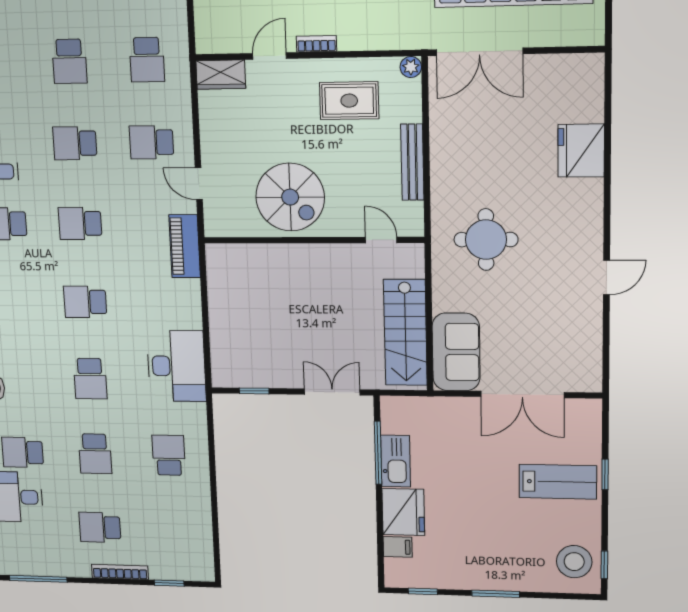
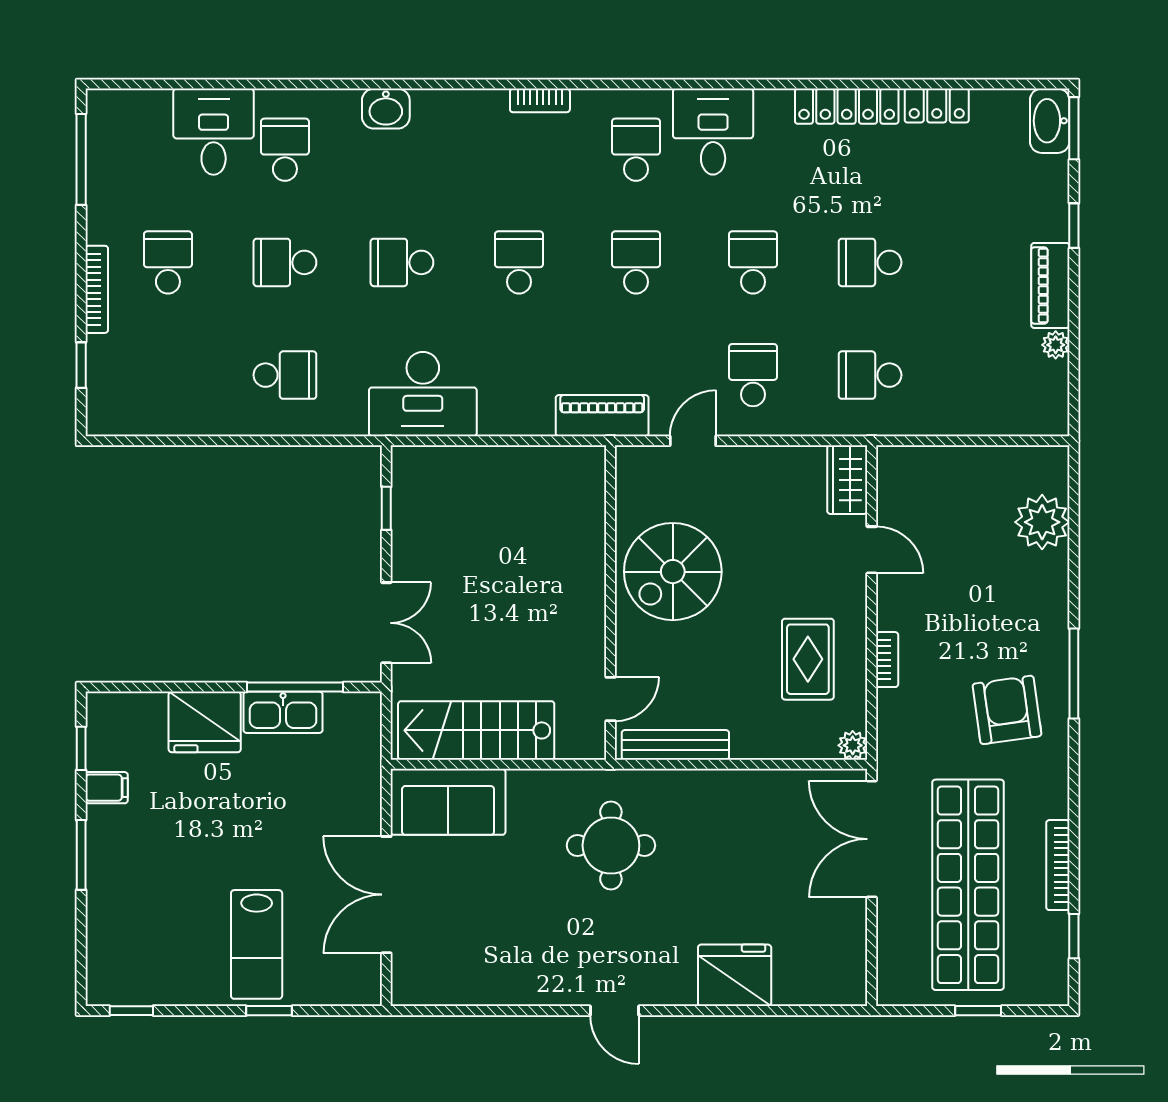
bookcase: (317, 44) -> (887, 660), moved
bench: (412, 162) -> (675, 745), moved
door: (607, 277) -> (614, 1011), moved
filing cabinet: (398, 547) -> (107, 788), moved, turned -90
stool: (574, 562) -> (135, 968), removed

